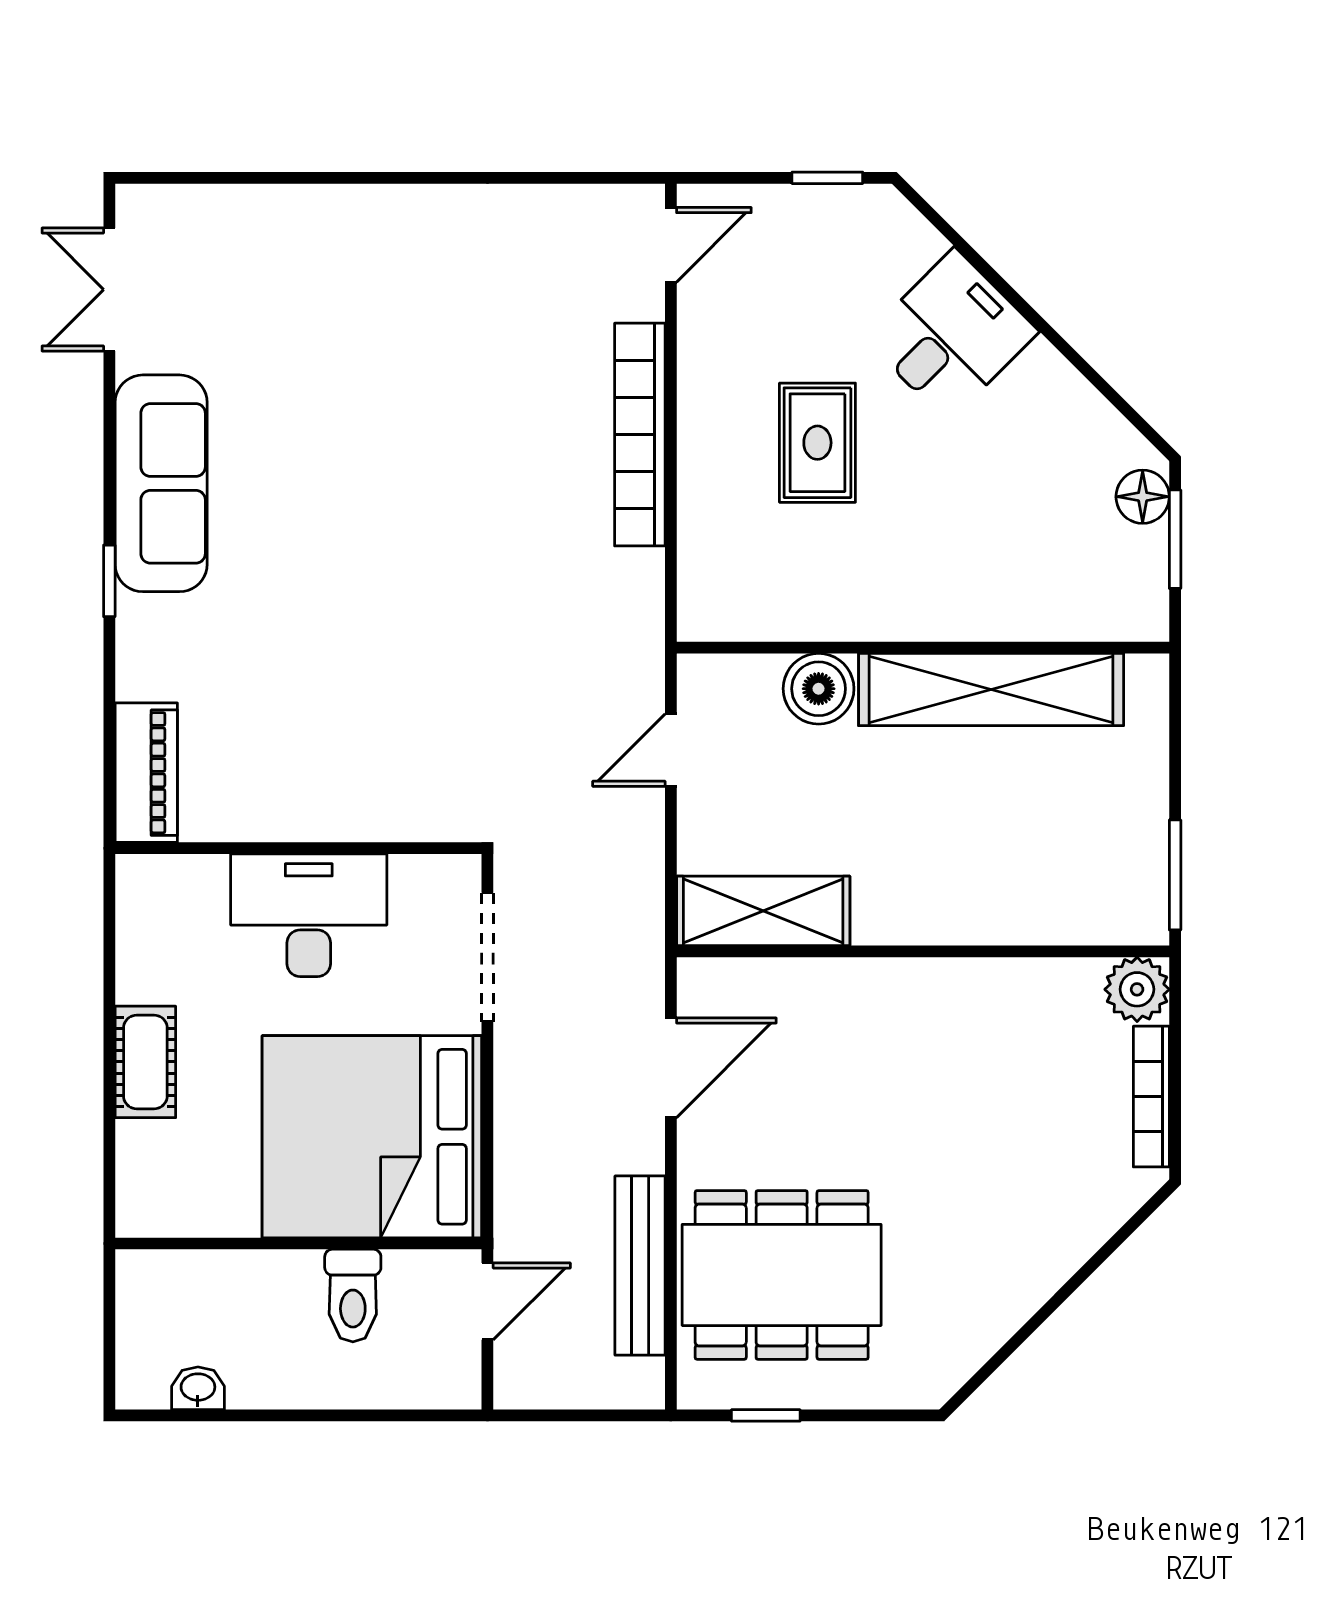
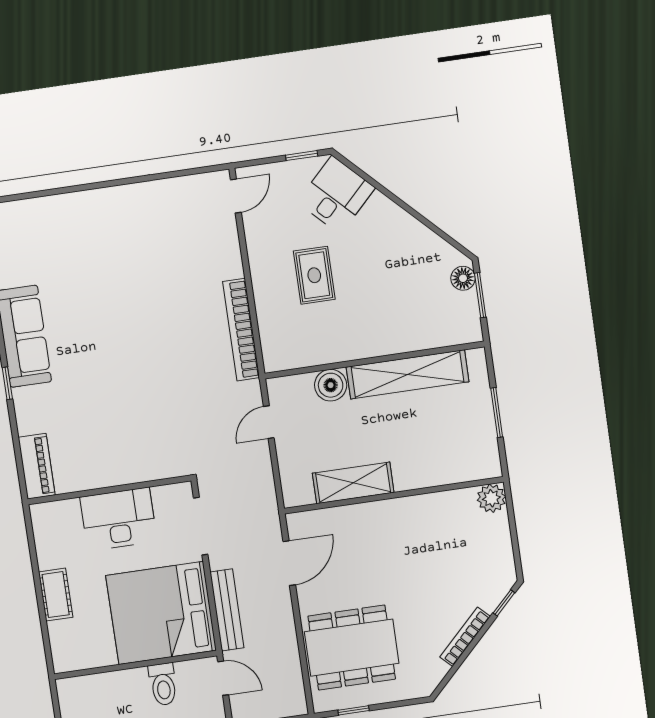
desk: (951, 335) -> (336, 195), moved
bookcase: (640, 435) -> (241, 330), moved
window: (1175, 875) -> (497, 412), moved
shelving: (763, 911) -> (353, 483), moved
bookcase: (1151, 1097) -> (465, 637), moved, turned 45
window: (1132, 1225) -> (504, 603), added
bench: (640, 1266) -> (227, 610), moved
door: (487, 1301) -> (223, 678), hinge flipped

